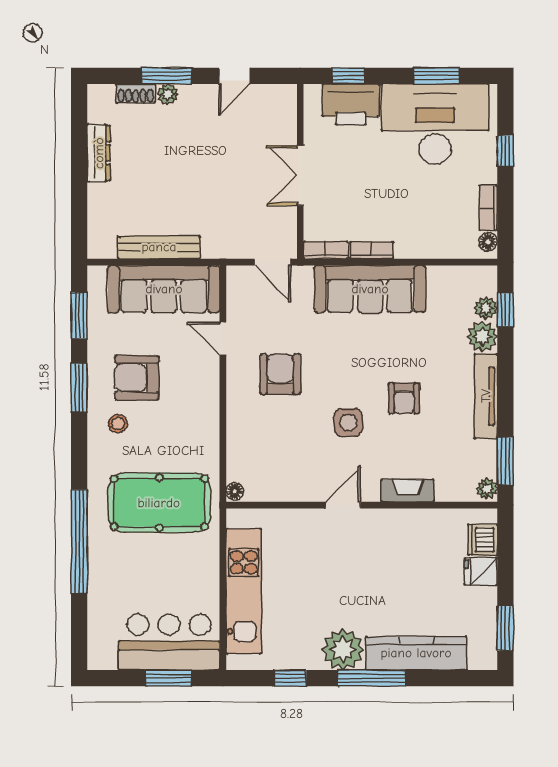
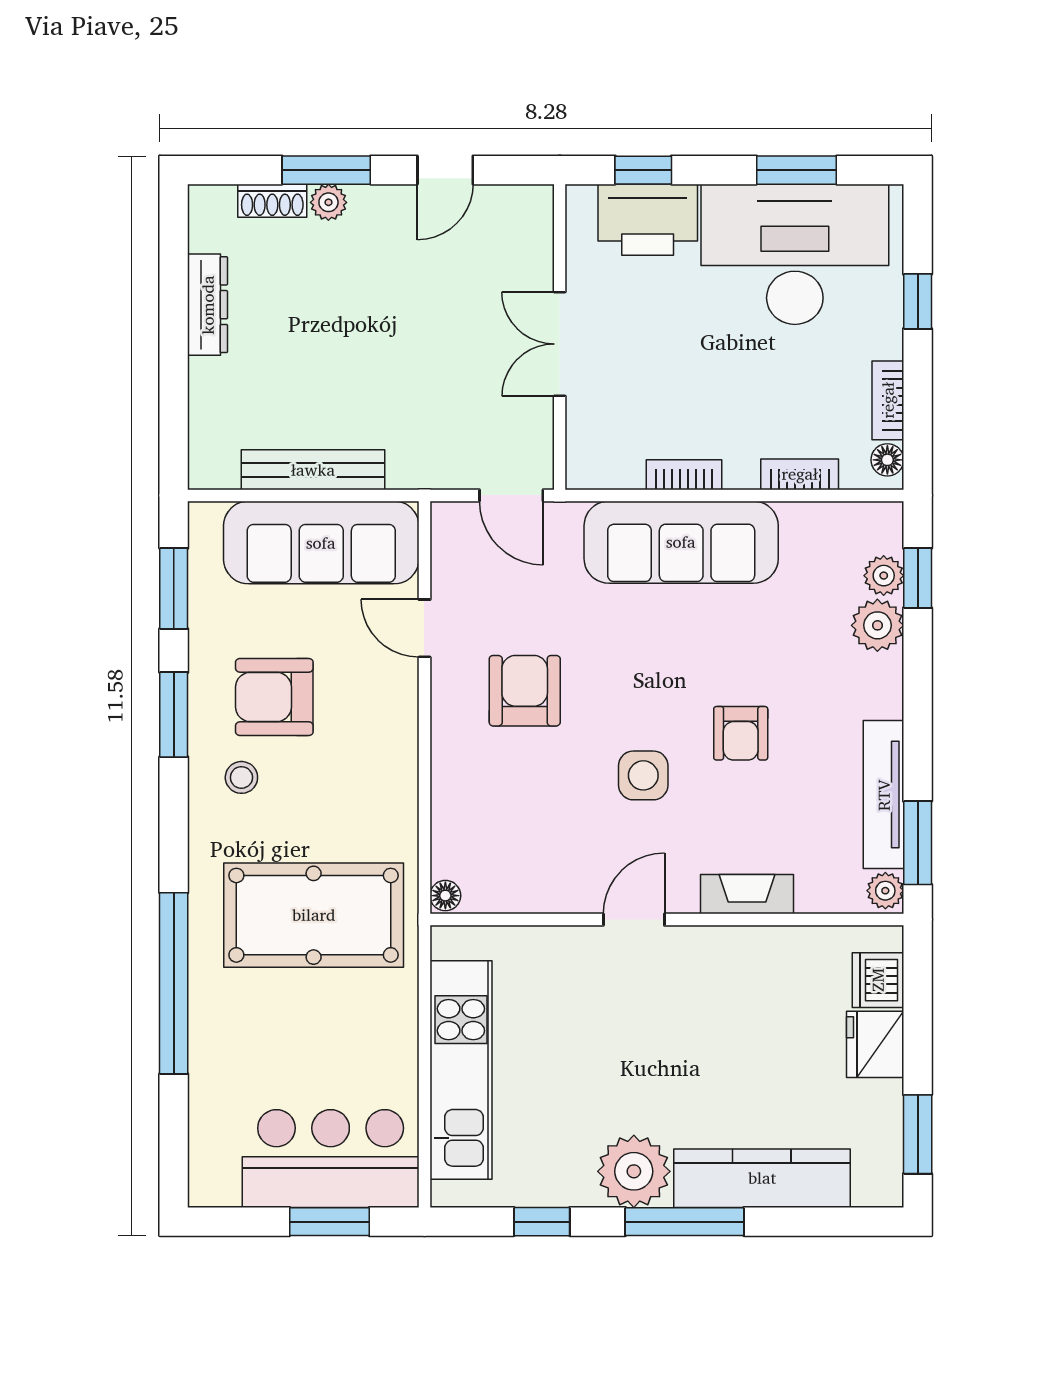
bookcase: (326, 250) -> (800, 474), moved
tv unit: (486, 396) -> (884, 795), moved
fridge: (481, 571) -> (875, 1044), width x1.38

